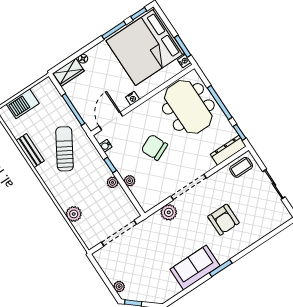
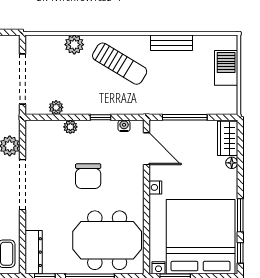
chair: (154, 147) -> (88, 176), turned 114
sun lounger: (65, 149) -> (120, 64), moved
plant: (112, 182) -> (56, 107), moved

